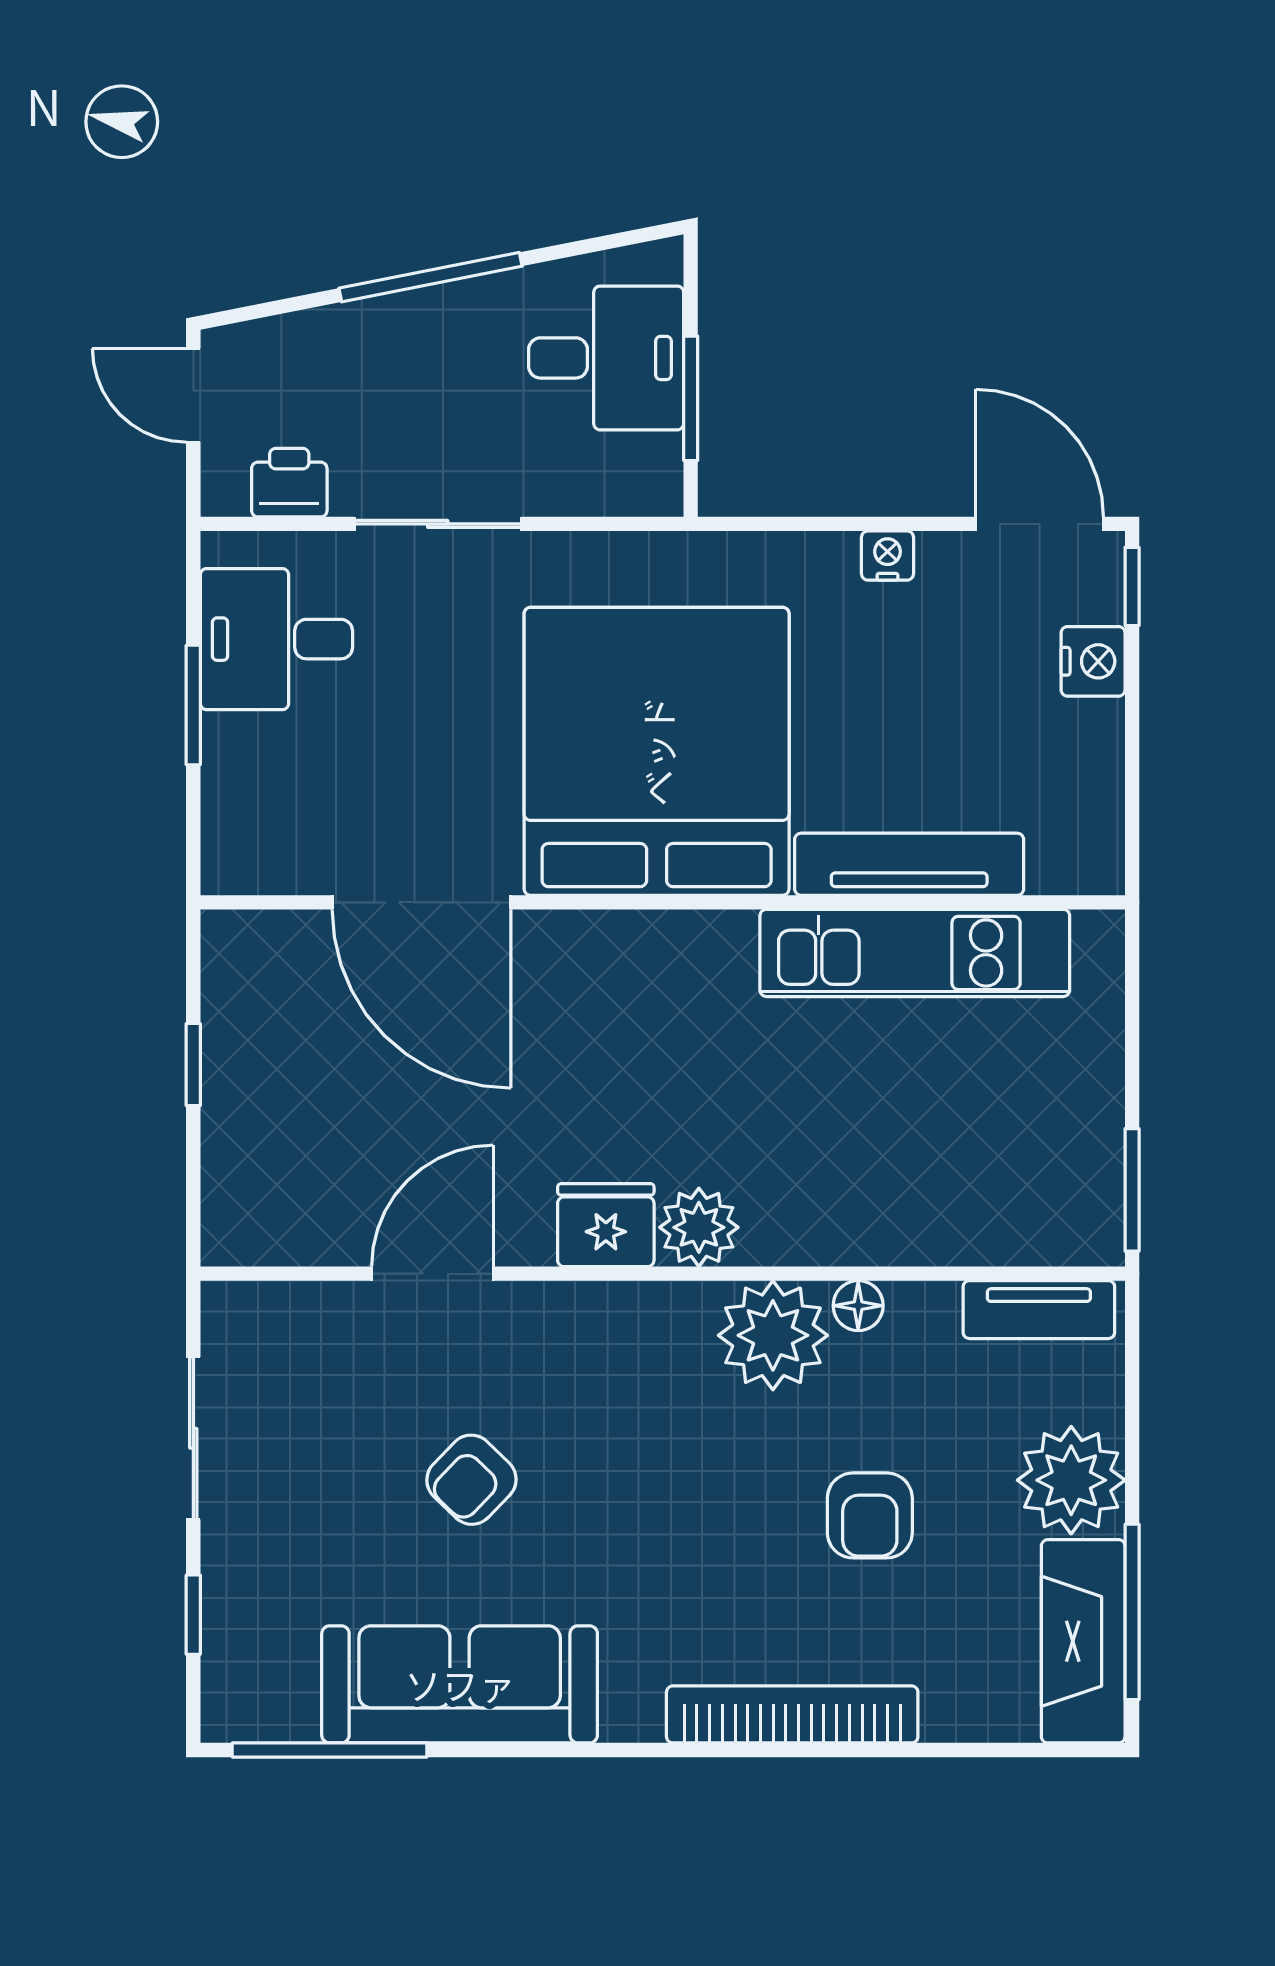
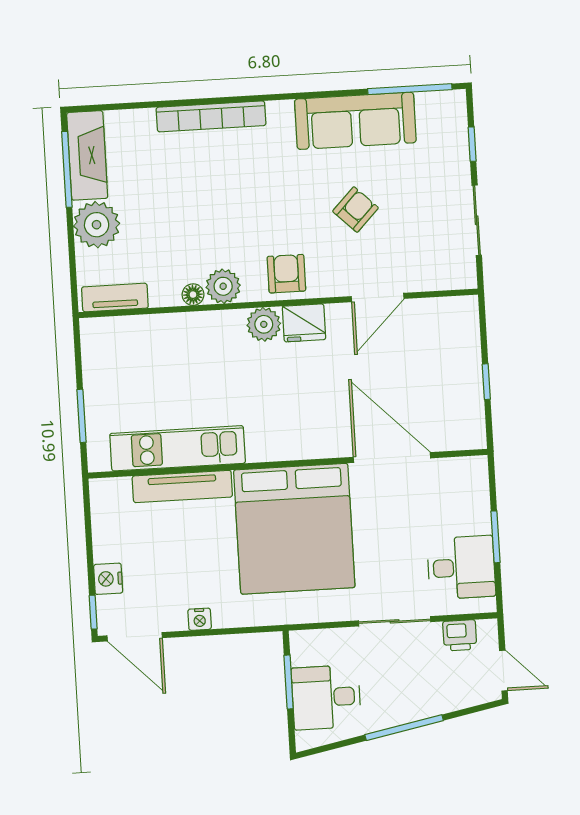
window: (1132, 1190) -> (82, 416), moved
plant: (773, 1335) -> (223, 286), width x0.73, depth x0.73
armchair: (870, 1515) -> (286, 274), moved

